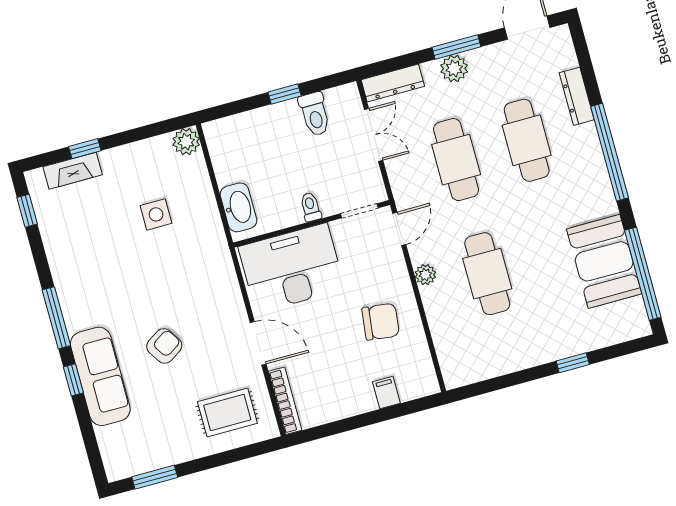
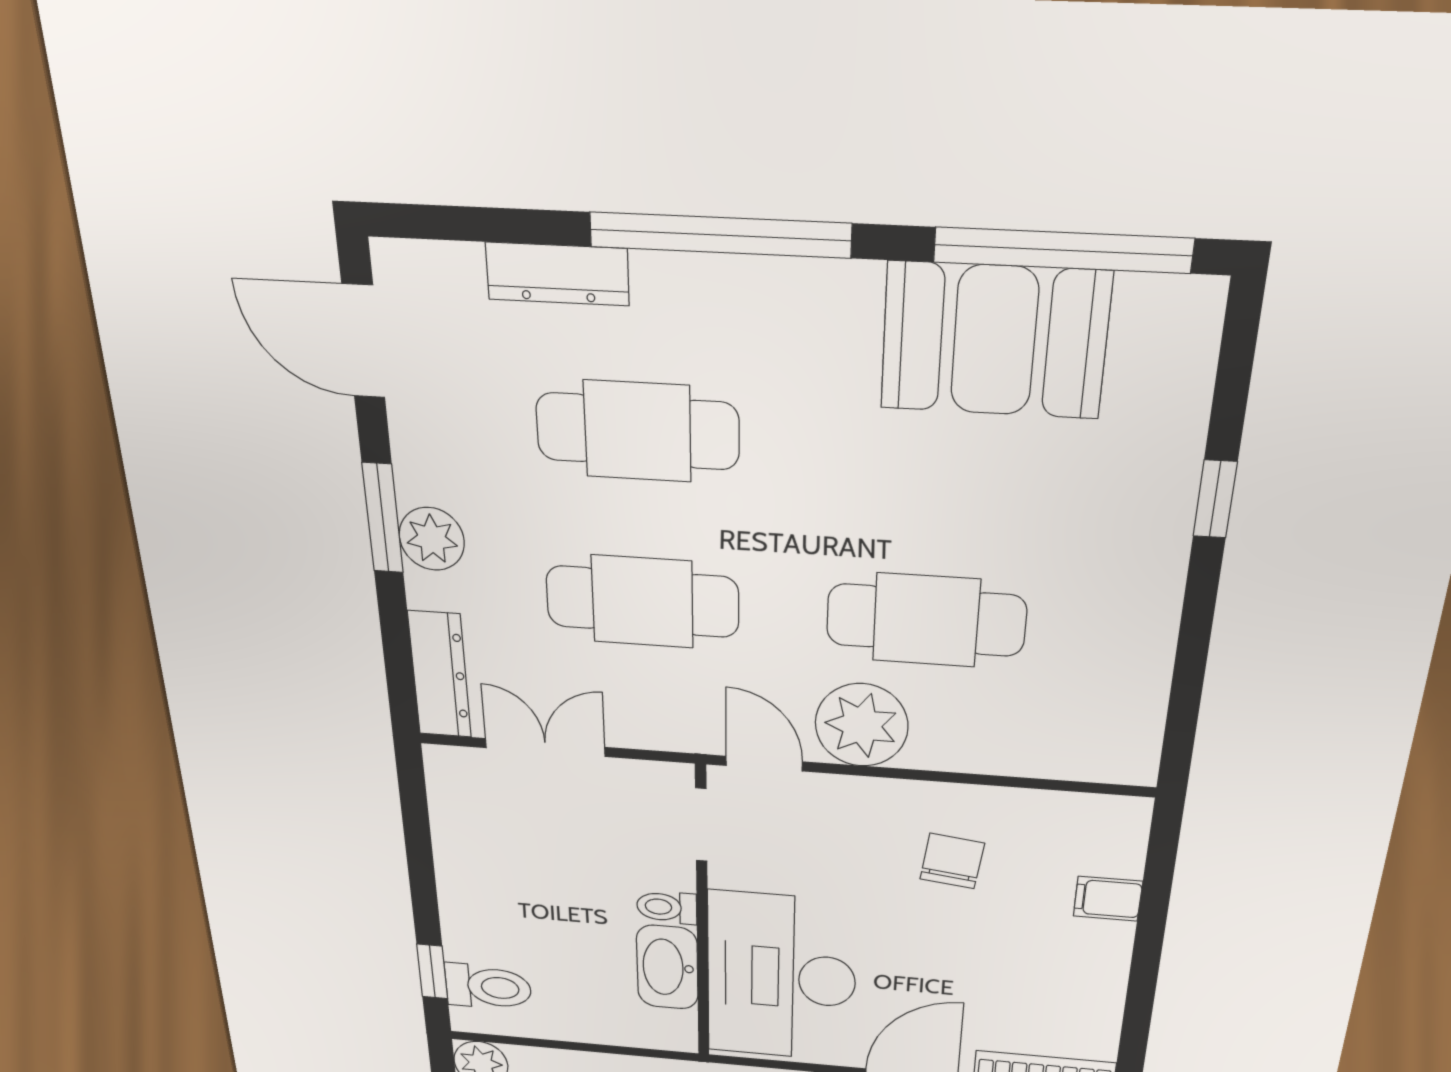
window: (285, 94) -> (432, 971), moved
toilet: (315, 114) -> (488, 987), moved
washbasin: (238, 207) -> (667, 967), moved, turned -90
plant: (425, 275) -> (862, 725), width x1.88, depth x1.88
chair: (381, 322) -> (952, 861), width x0.73, depth x0.73

